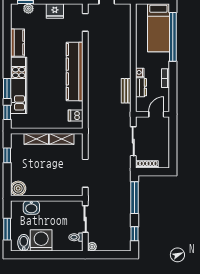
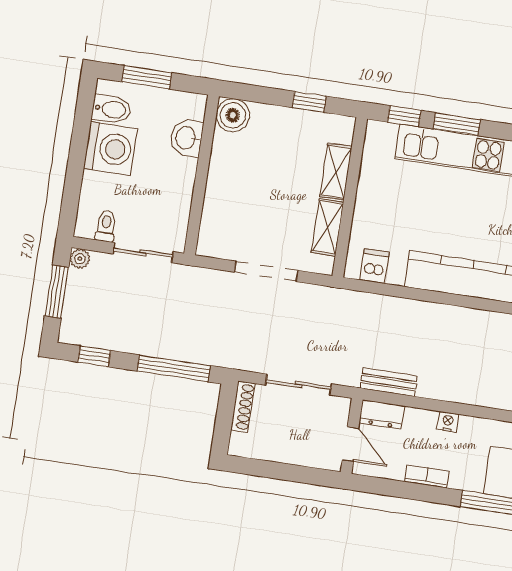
dresser: (141, 87) -> (382, 415), moved
bench: (126, 91) -> (389, 382), moved
doorway: (85, 173) -> (266, 271), moved
window: (108, 255) -> (57, 292), added

